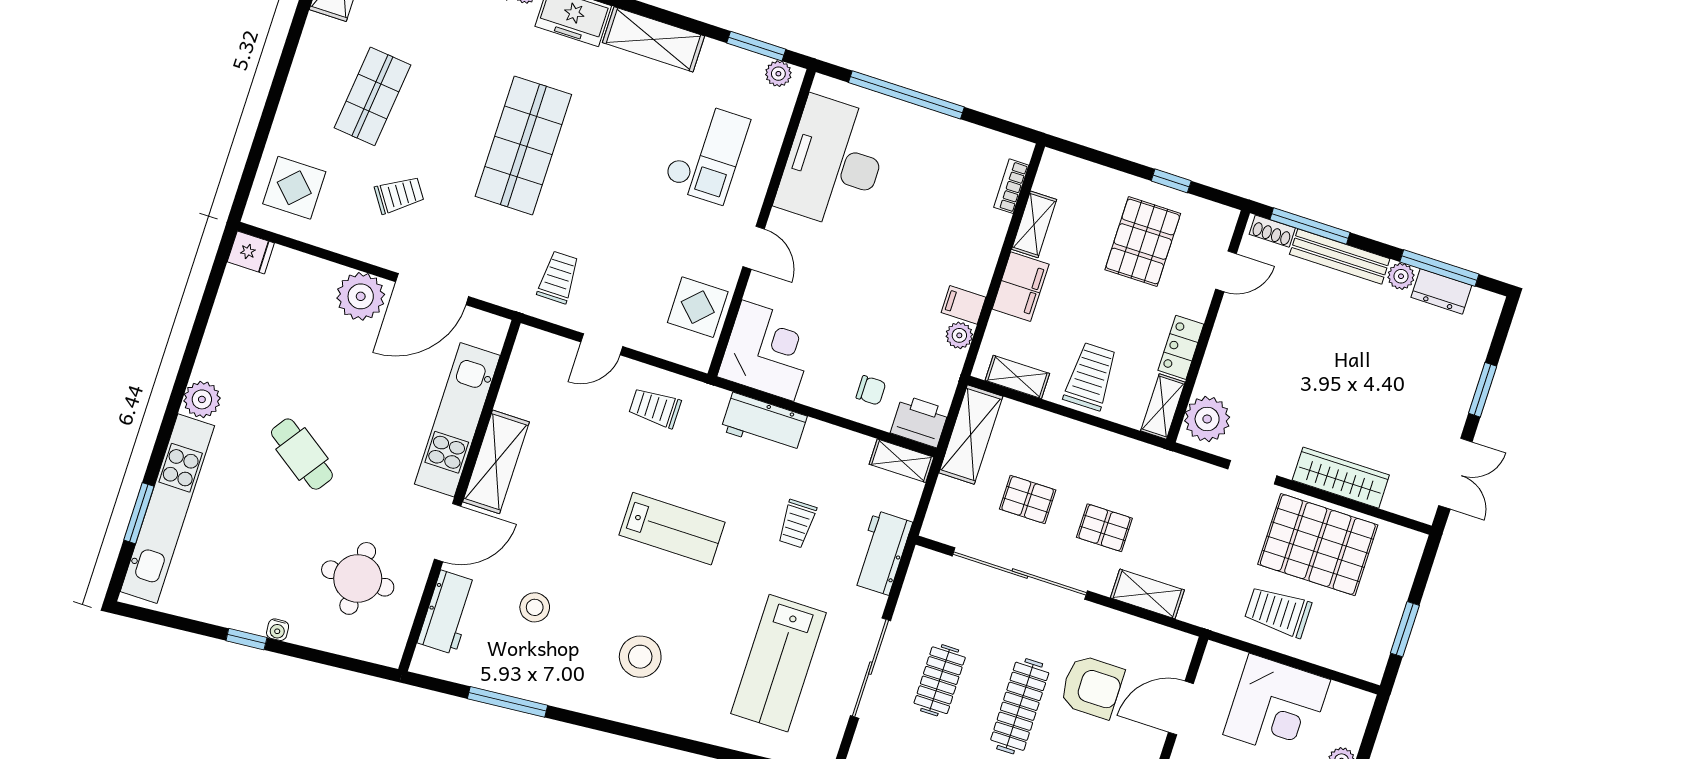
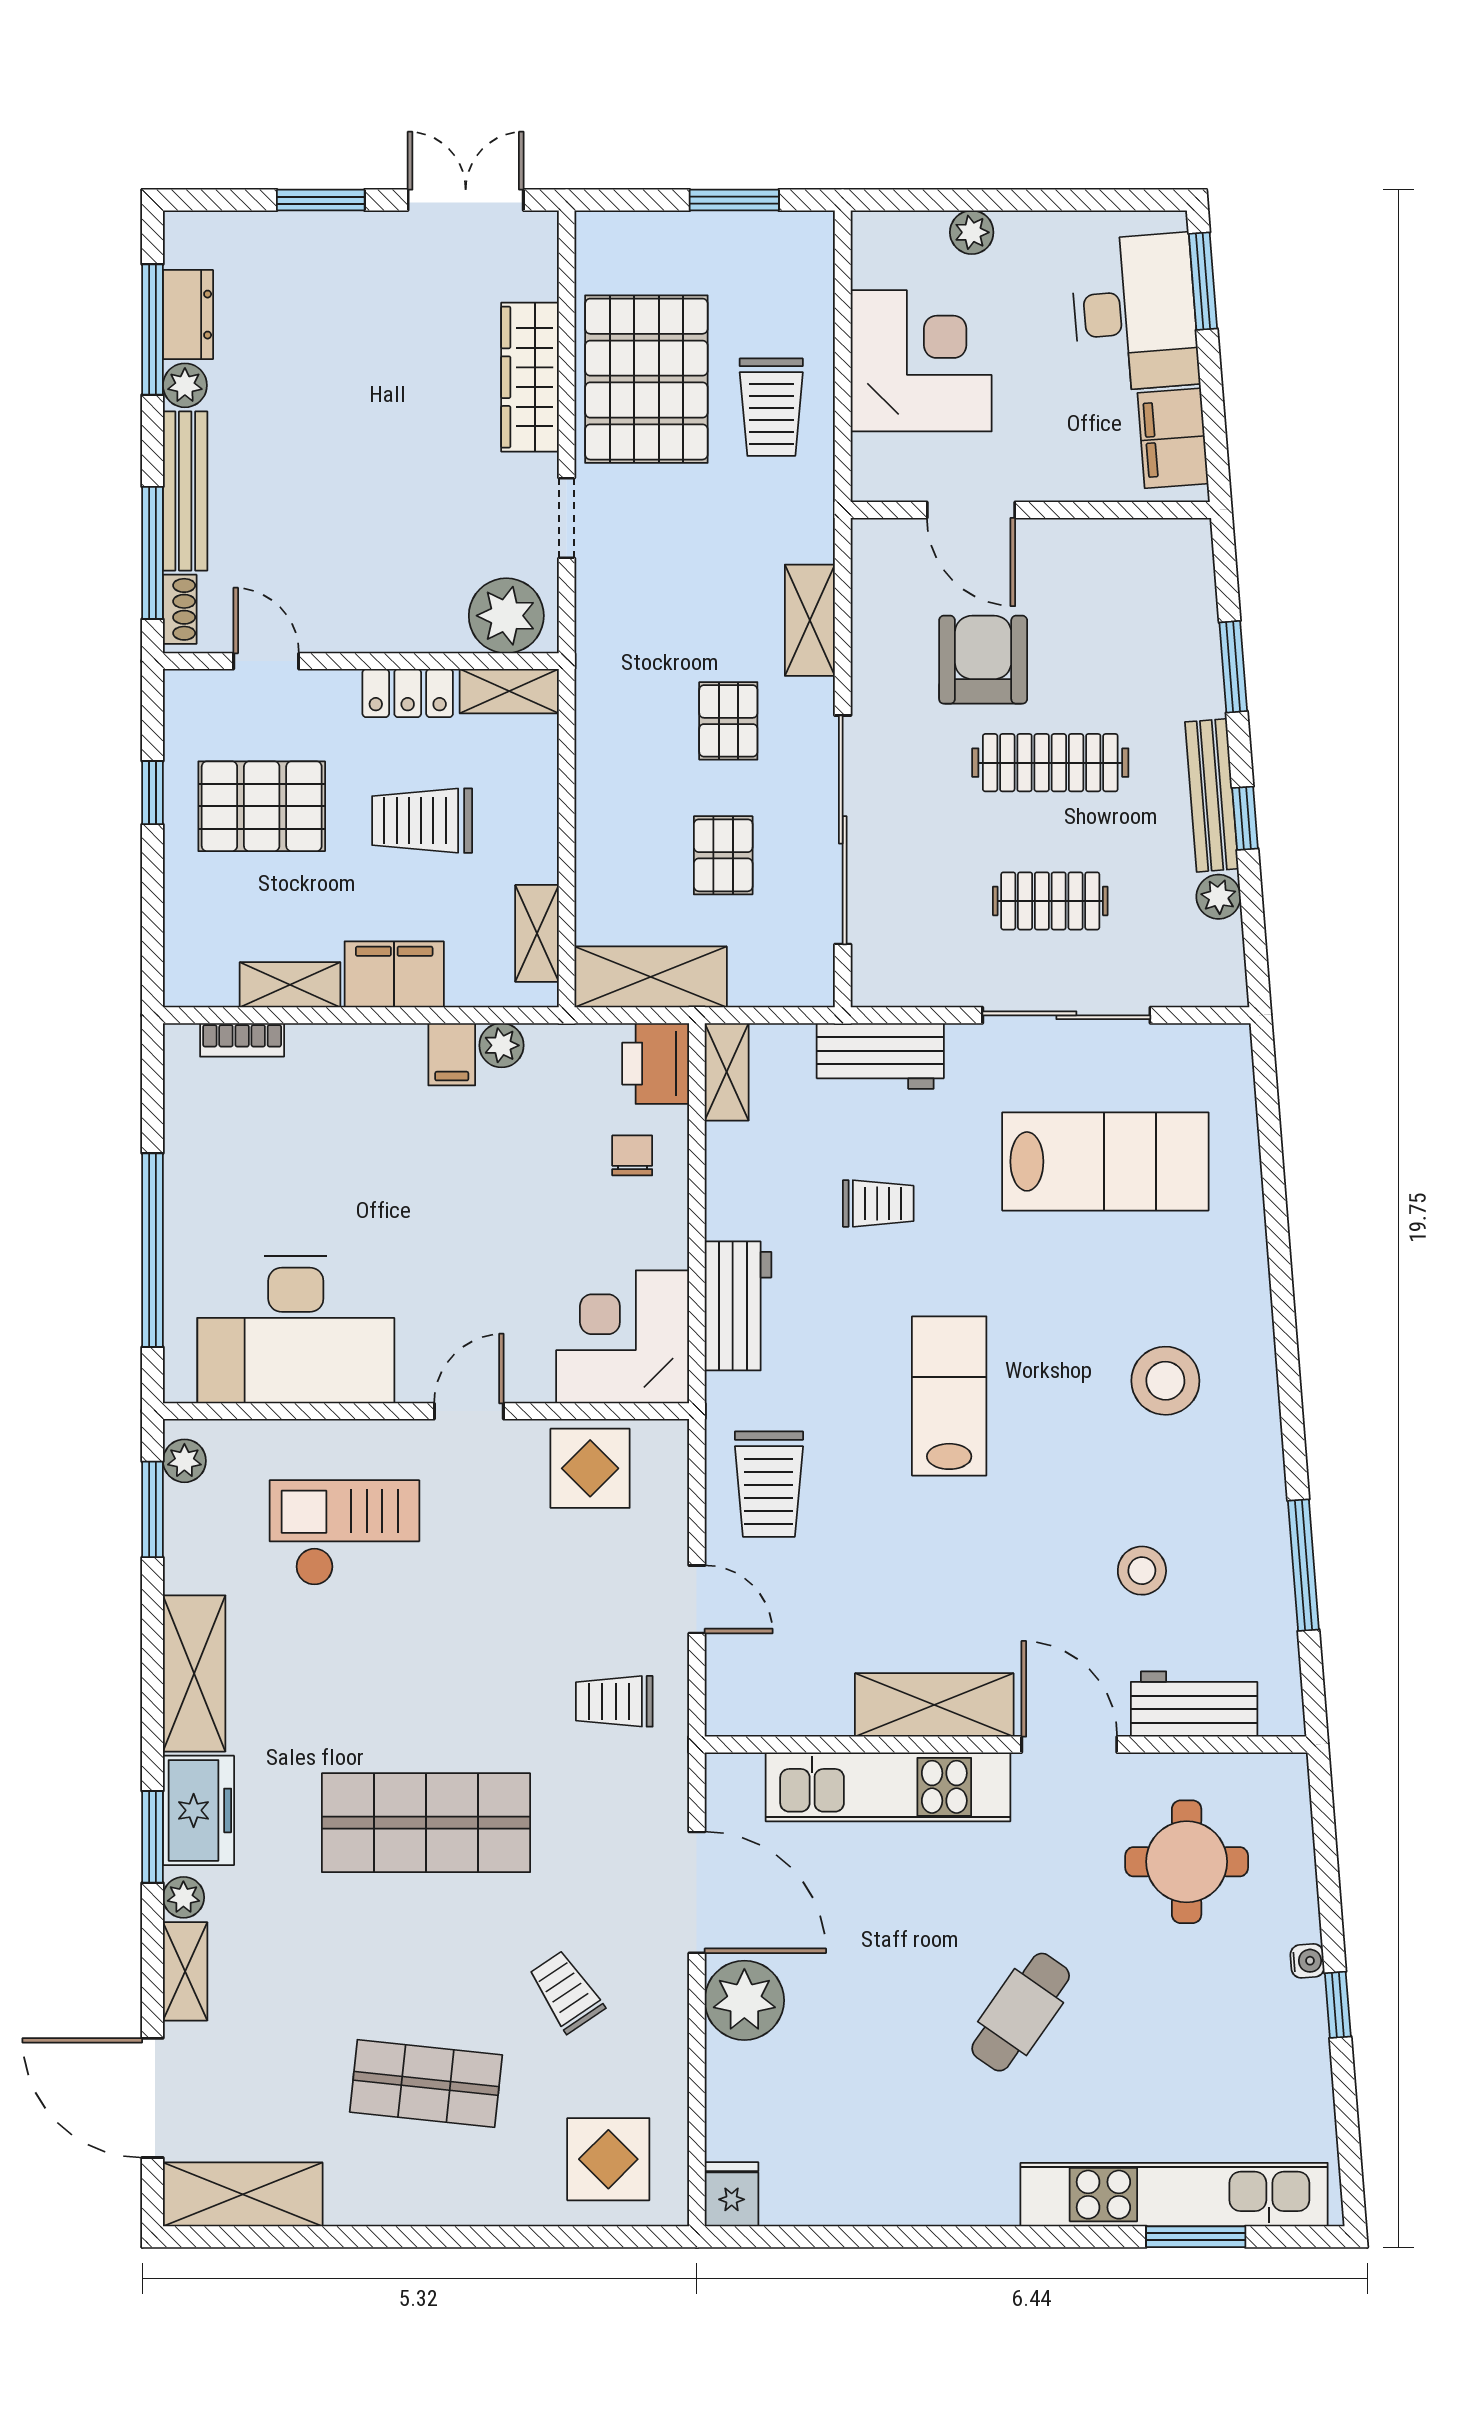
trolley: (1091, 376) -> (422, 821), moved
plant: (202, 399) -> (986, 2196), removed
trolley: (655, 408) -> (769, 1484), width x1.36, depth x1.39

